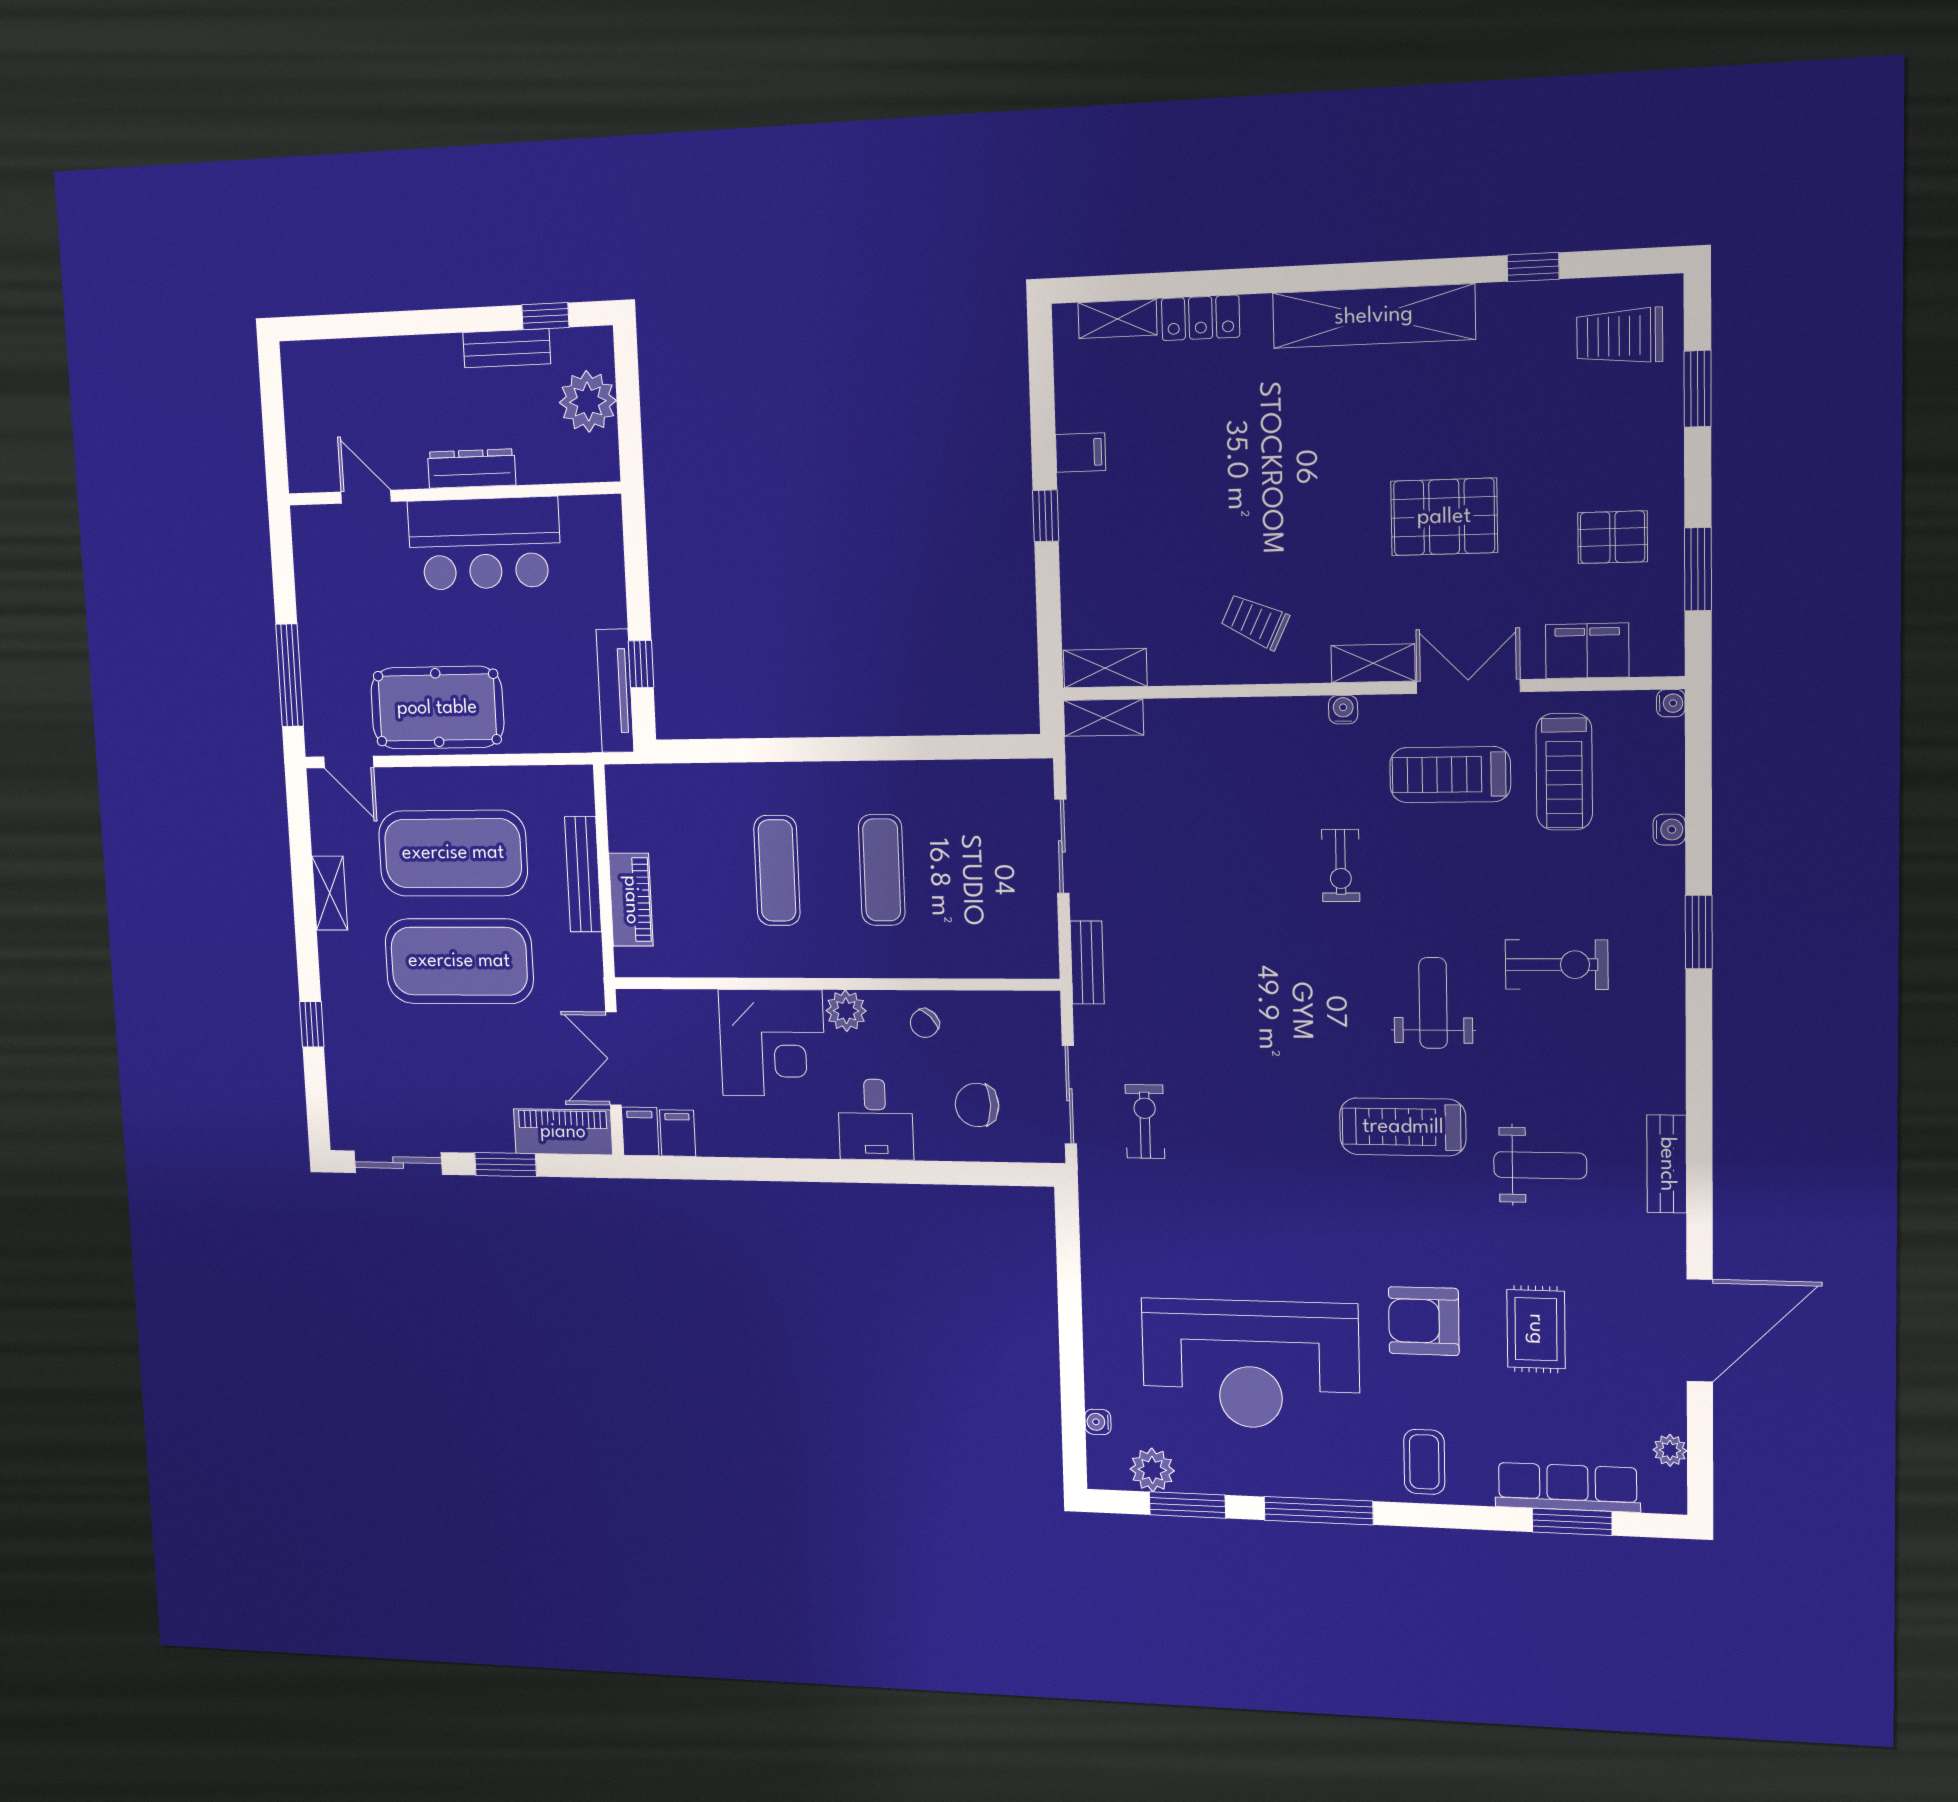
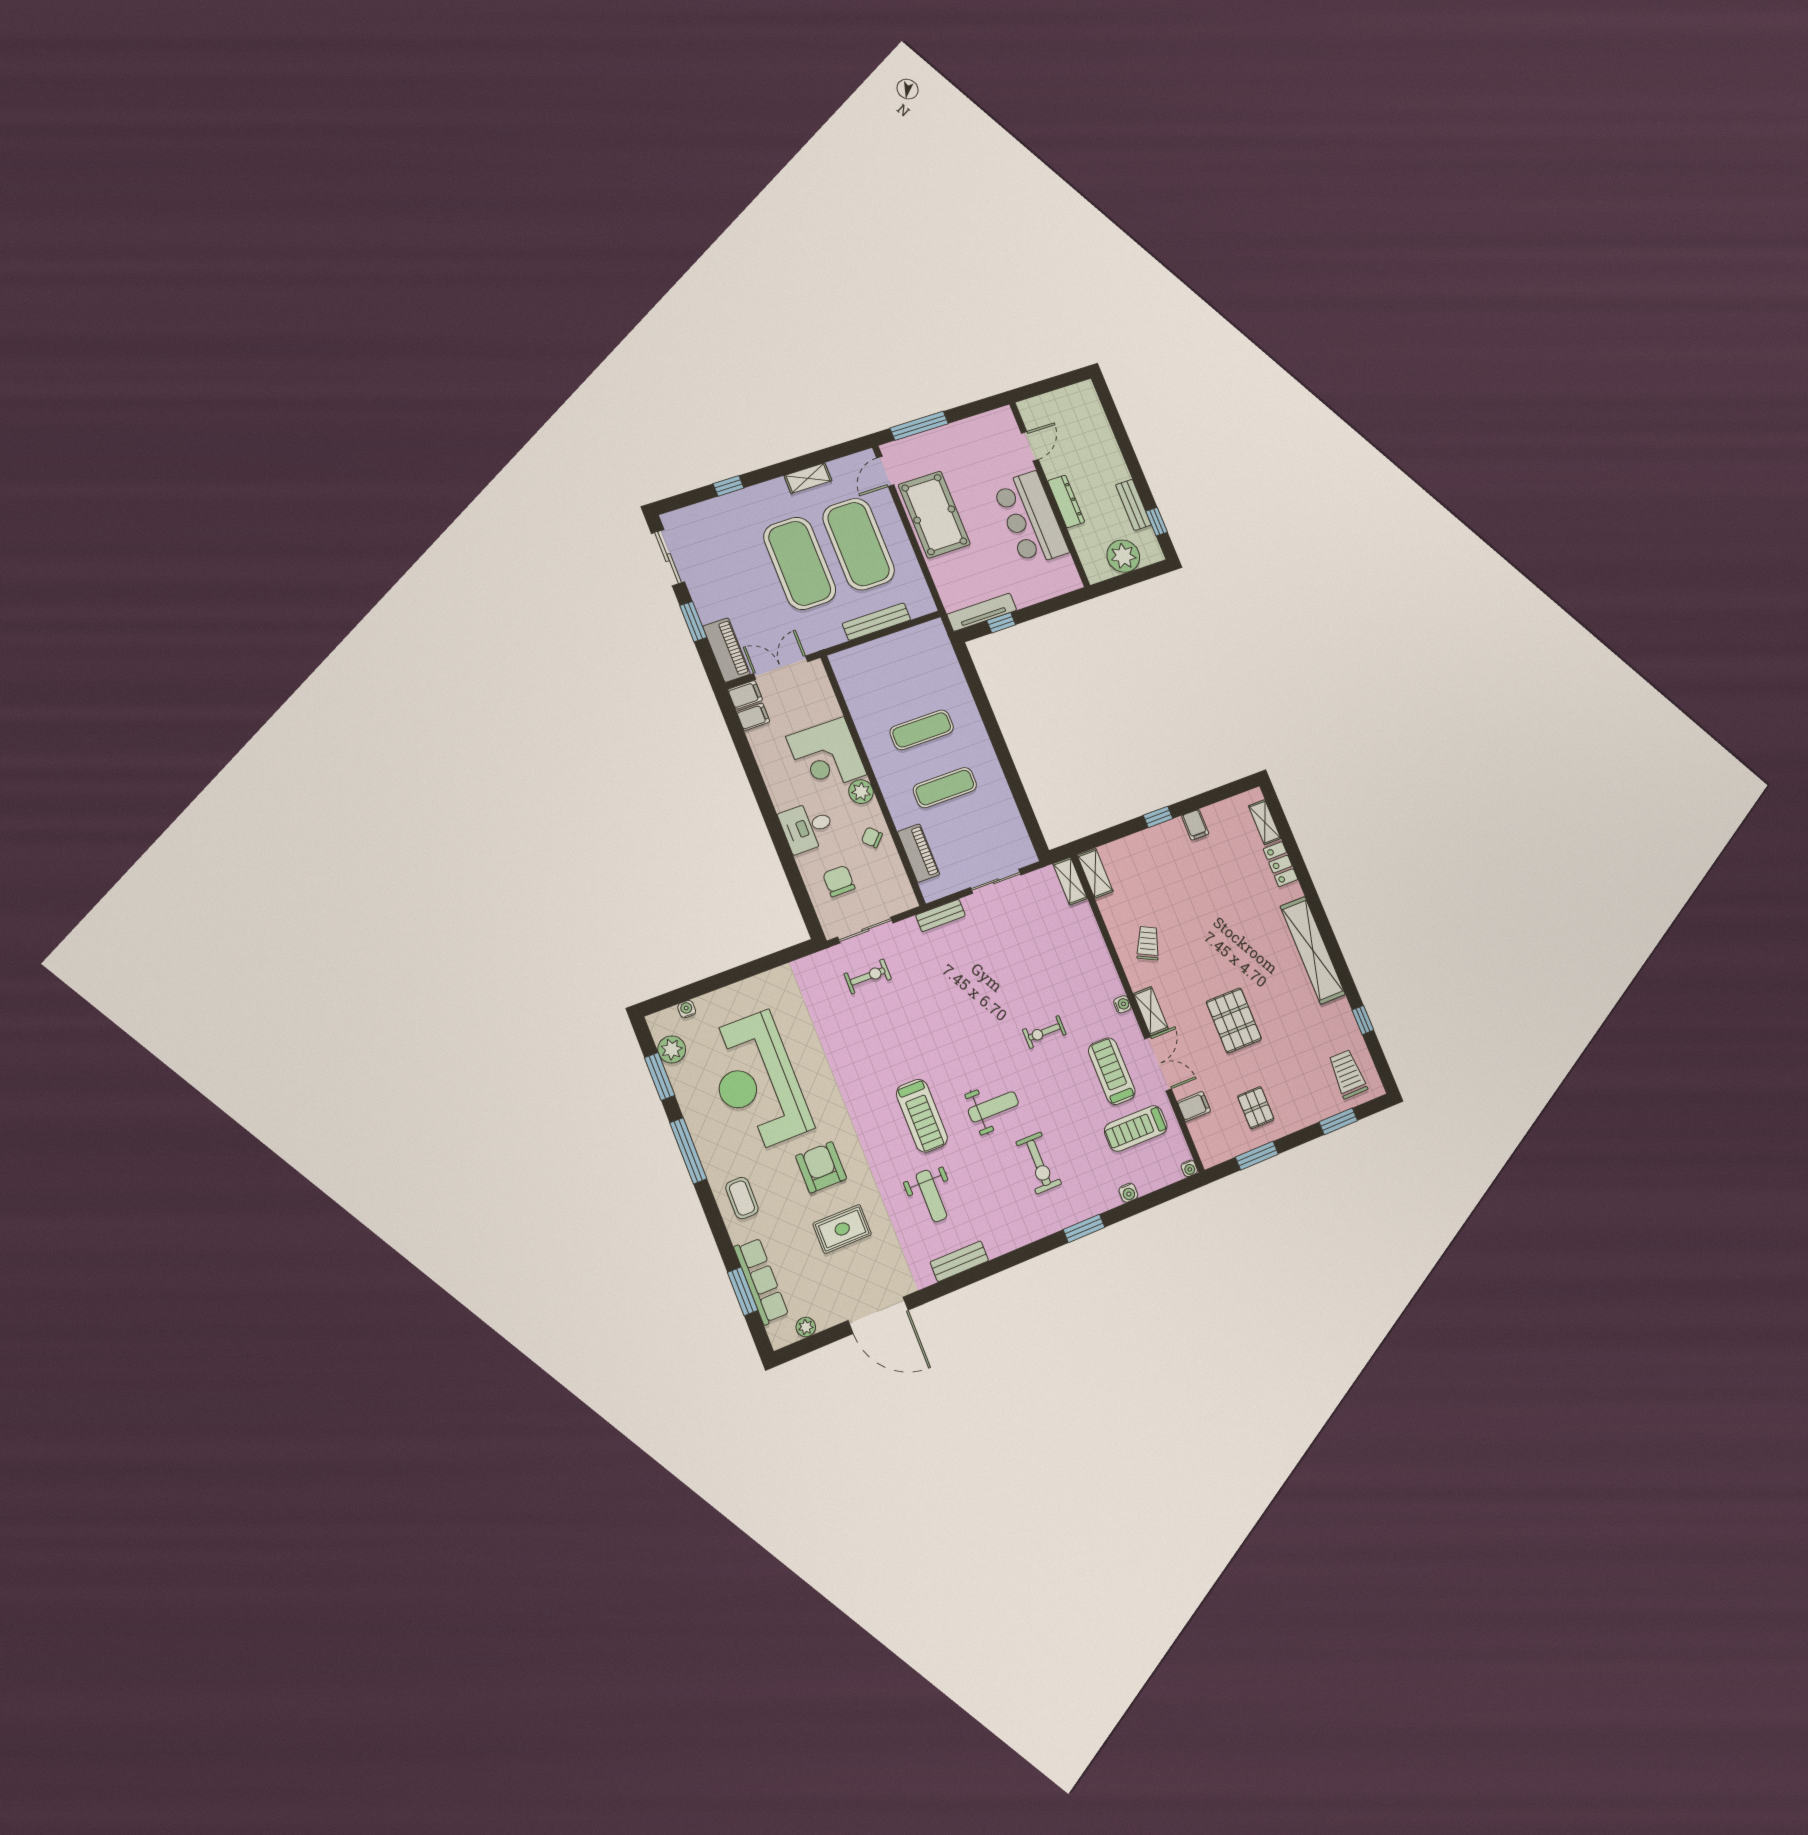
filing cabinet: (1587, 651) -> (1194, 1106), width x0.50
piano: (631, 900) -> (919, 853), moved, turned -90
treadmill: (1403, 1127) -> (922, 1116), turned 180
coffee table: (1424, 1462) -> (742, 1198), turned 90

